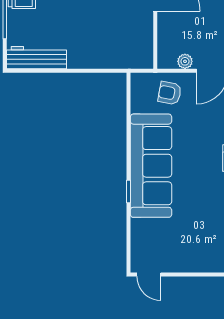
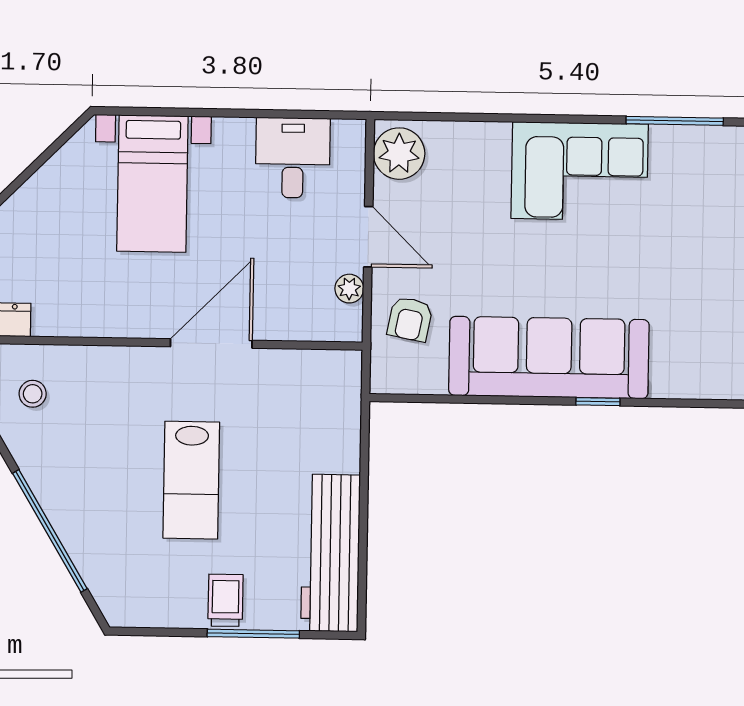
workbench: (37, 58) -> (330, 553), width x1.36, depth x1.32

